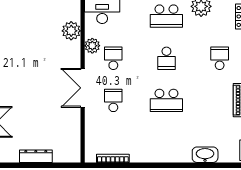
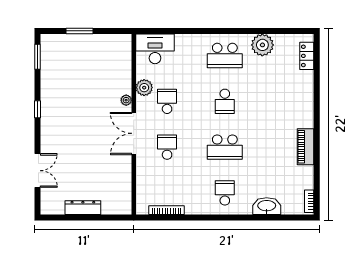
plant: (71, 31) -> (126, 100), moved, width x0.53, depth x0.53
school desk: (220, 58) -> (225, 193), moved

